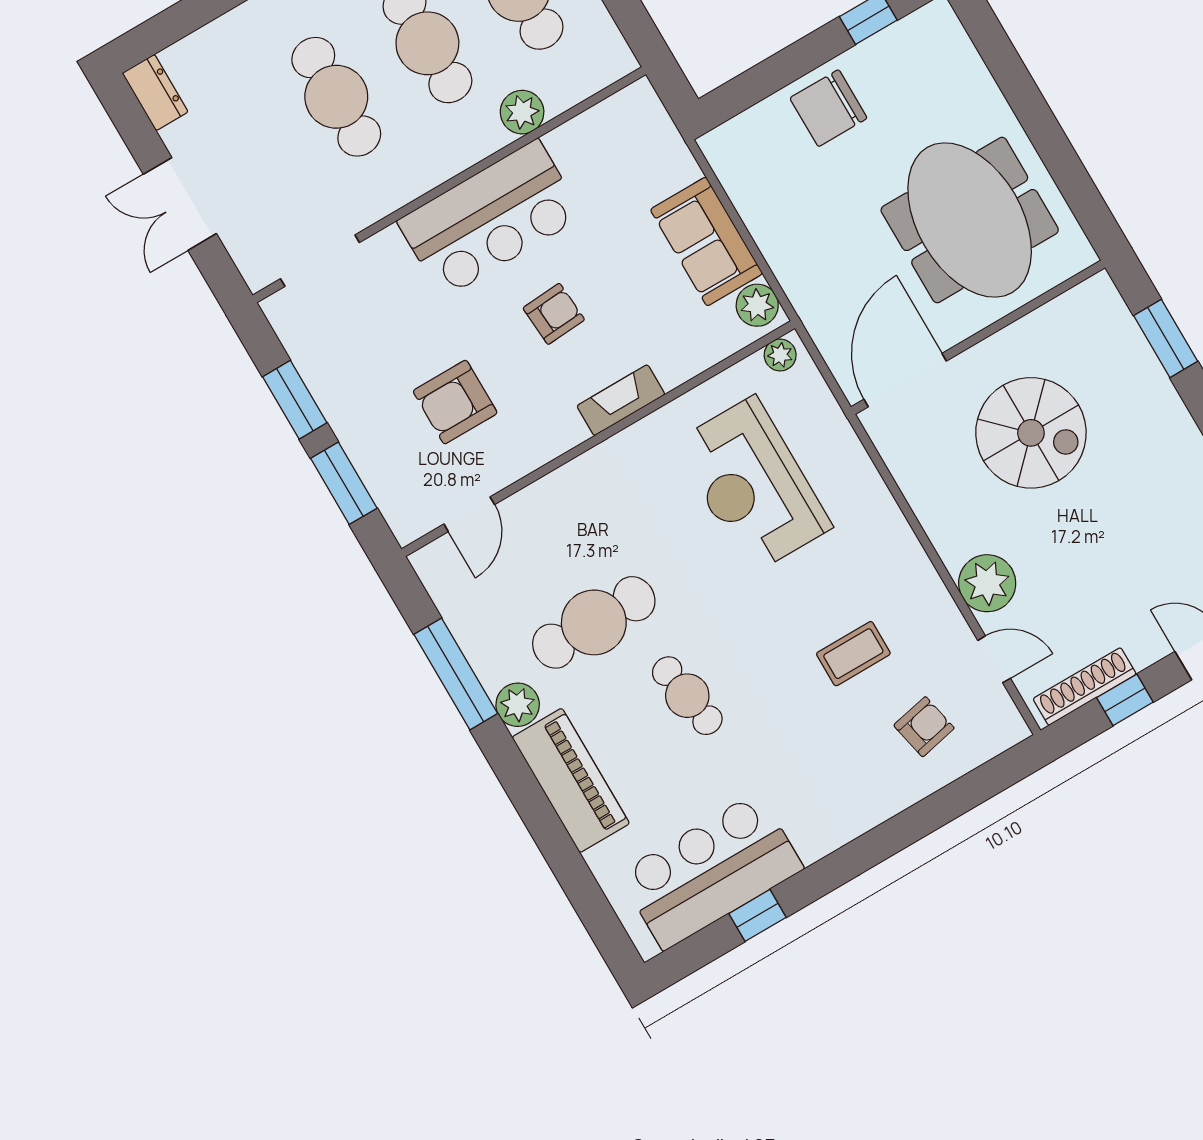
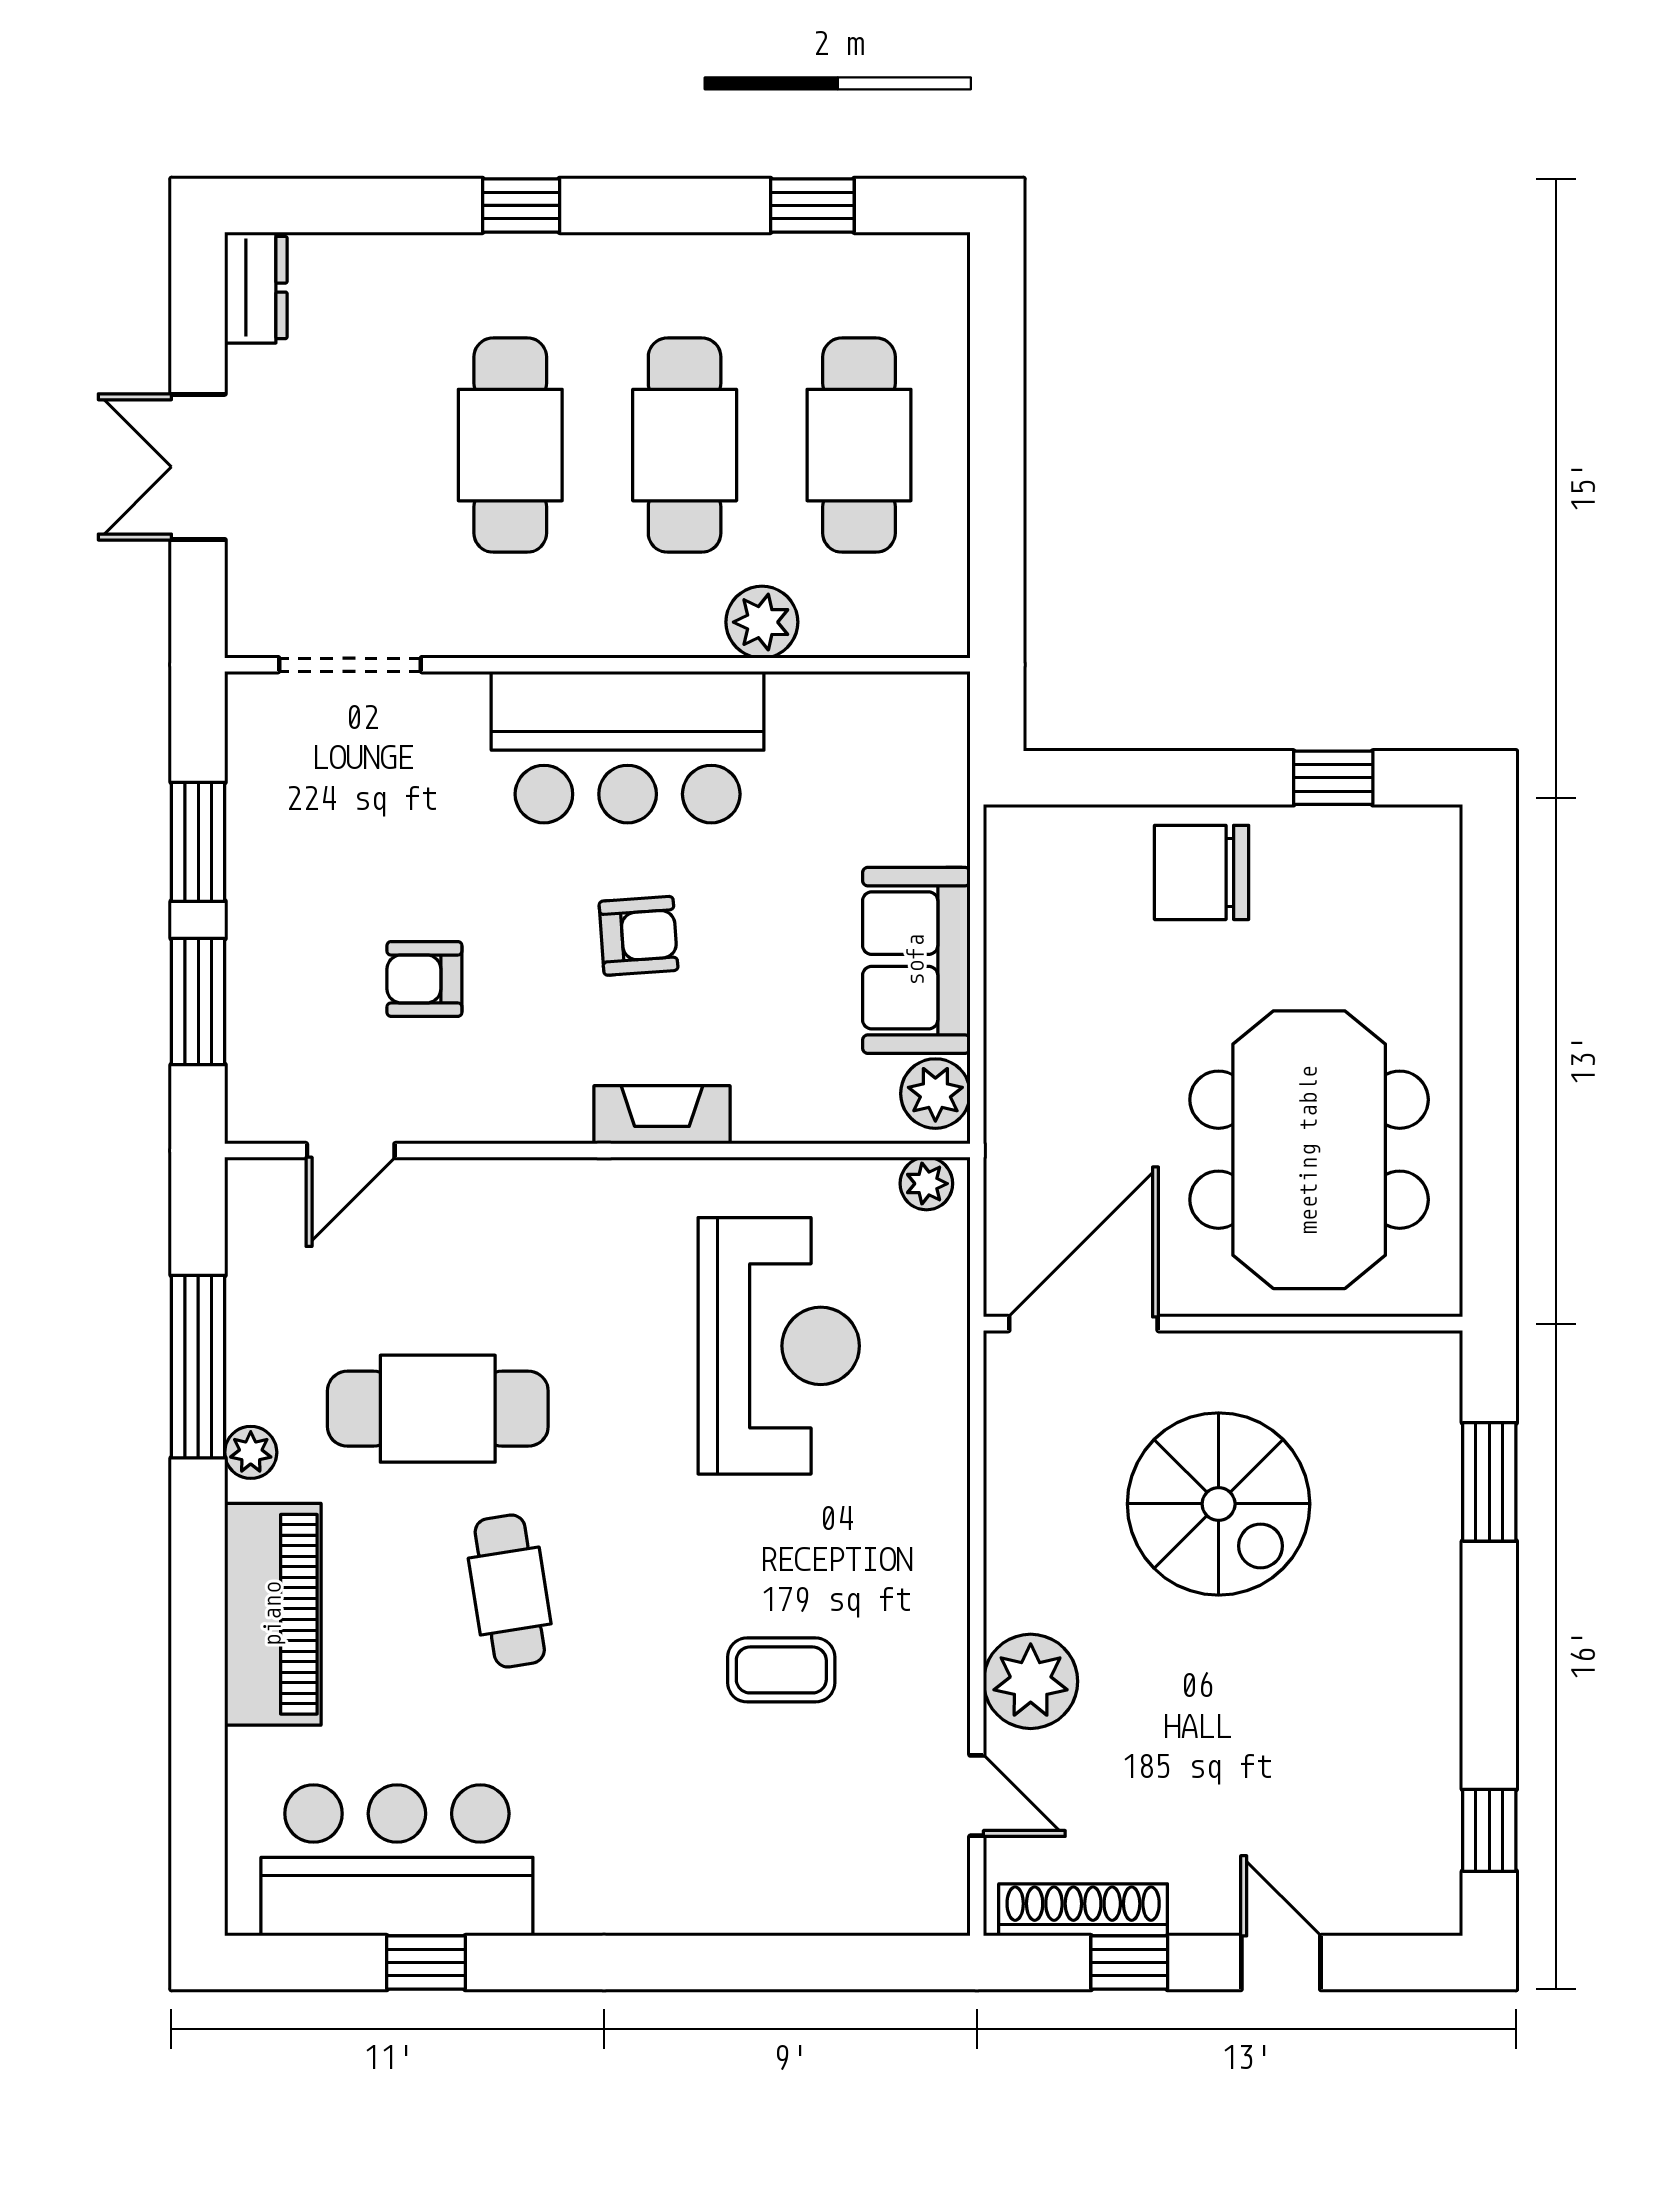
armchair: (455, 402) -> (424, 979), width x0.72, depth x0.72
reception desk: (753, 485) -> (779, 1346), turned 180
plant: (518, 705) -> (251, 1452), width x0.73, depth x0.73
armchair: (924, 727) -> (821, 1833), removed

